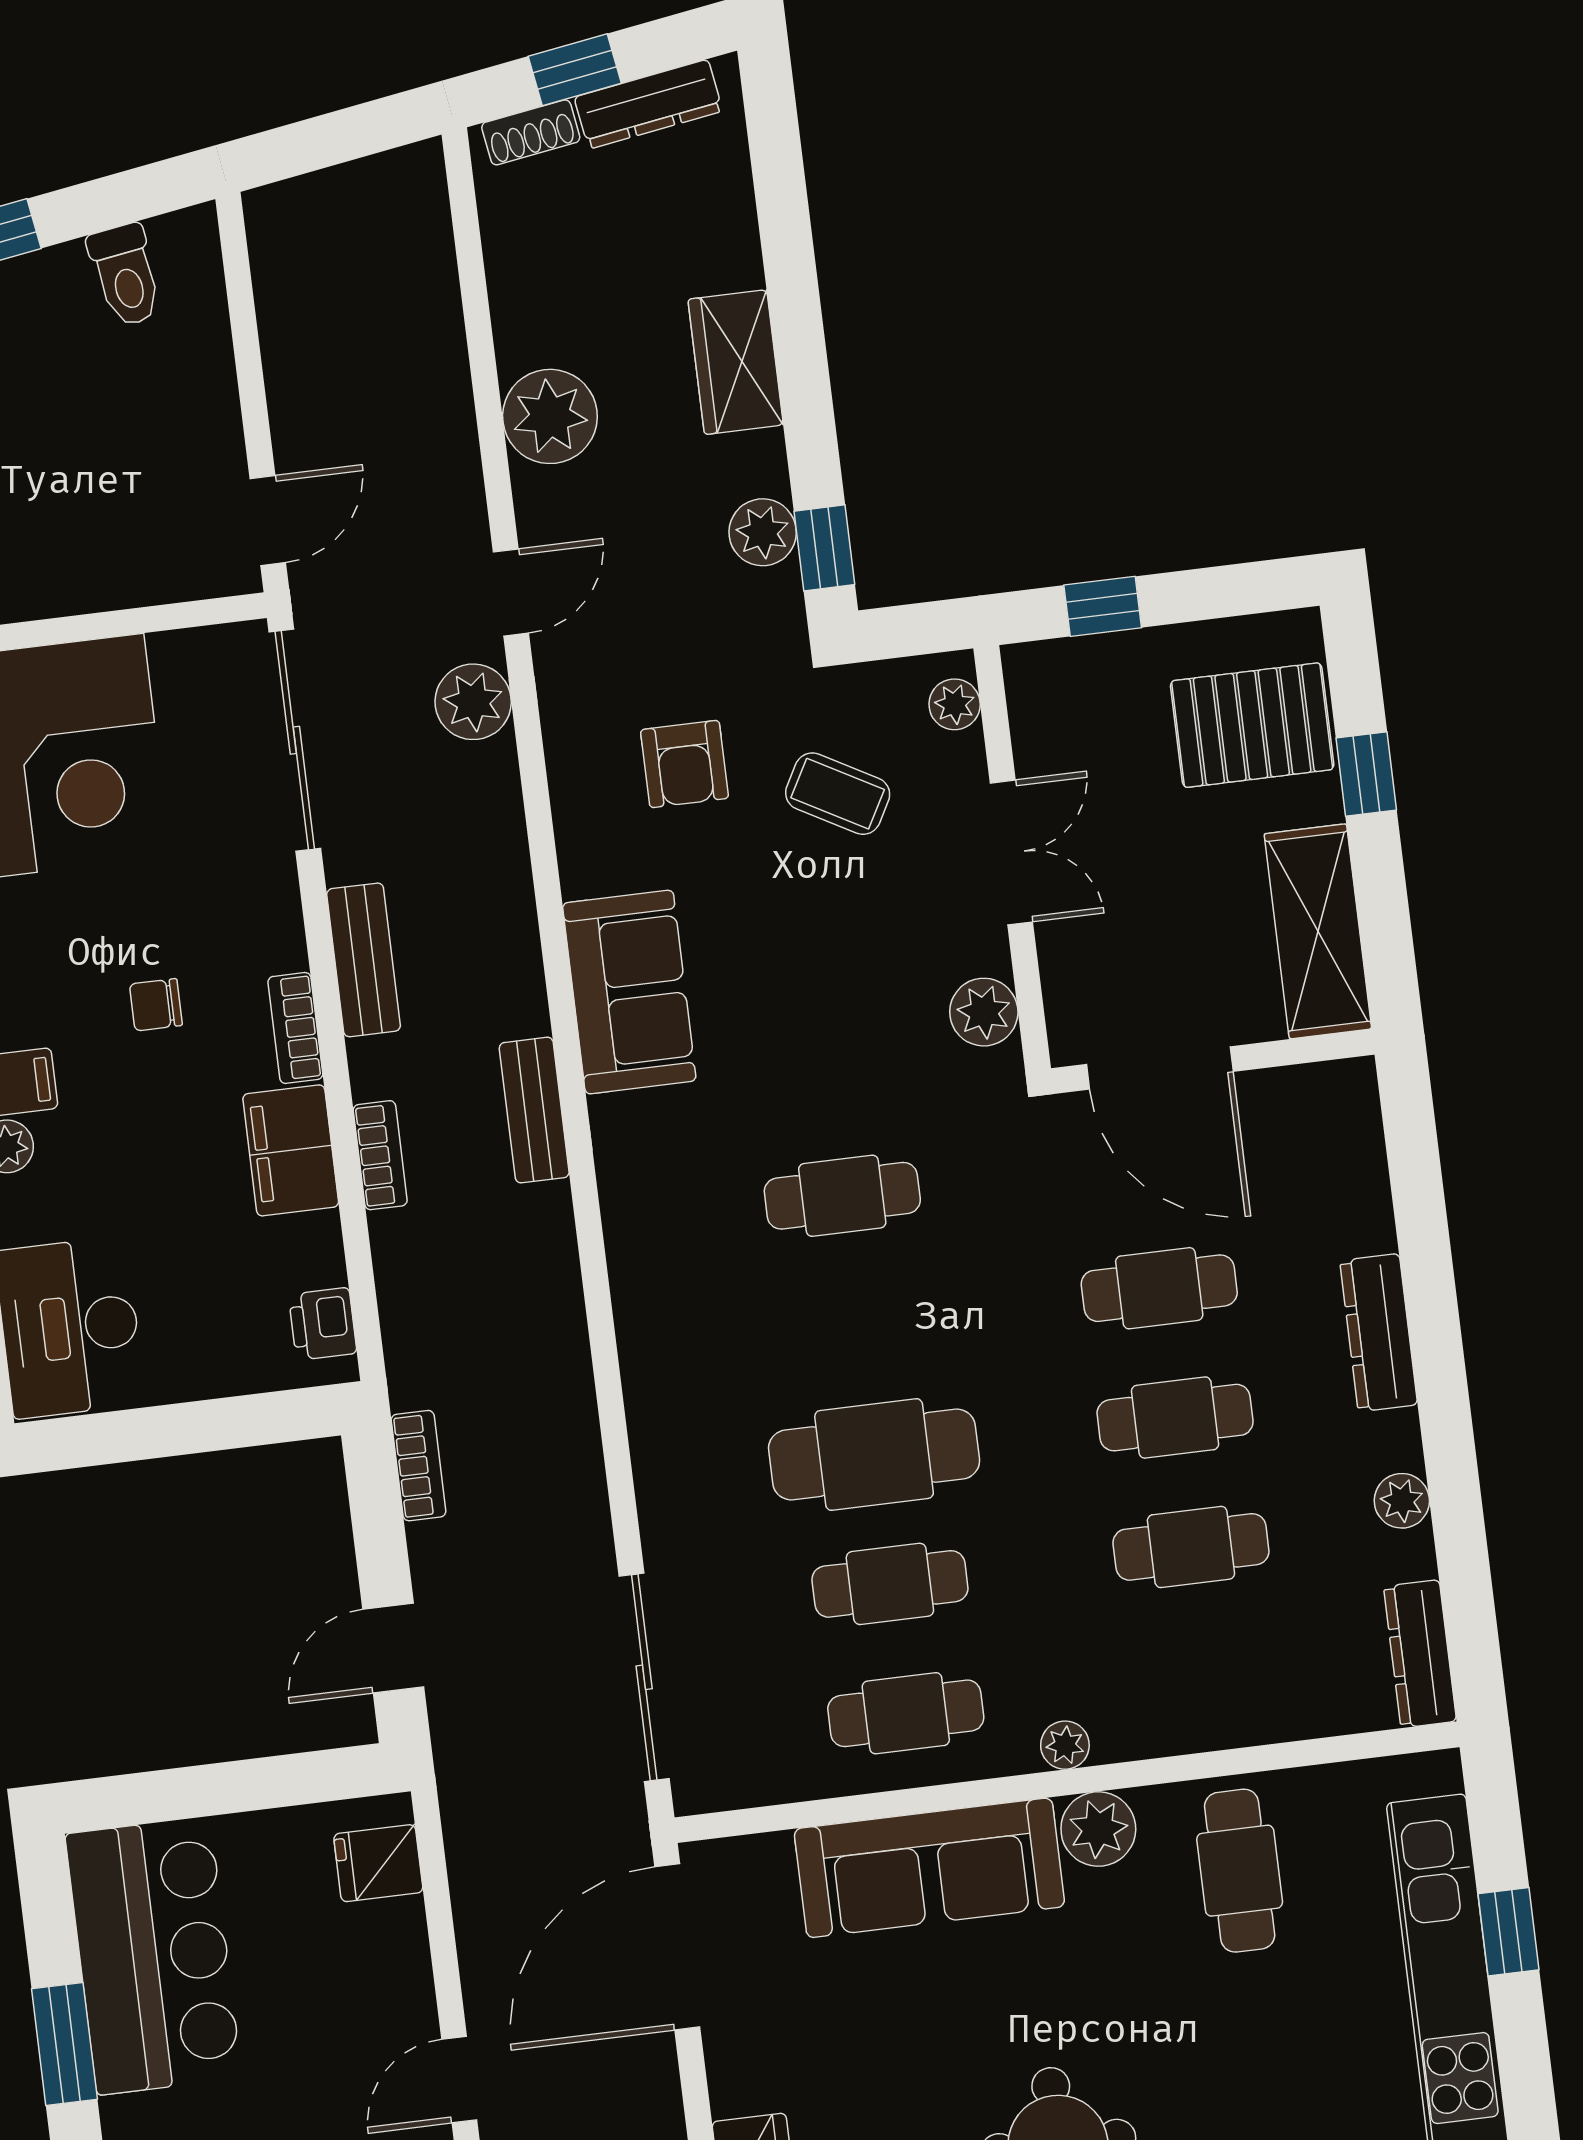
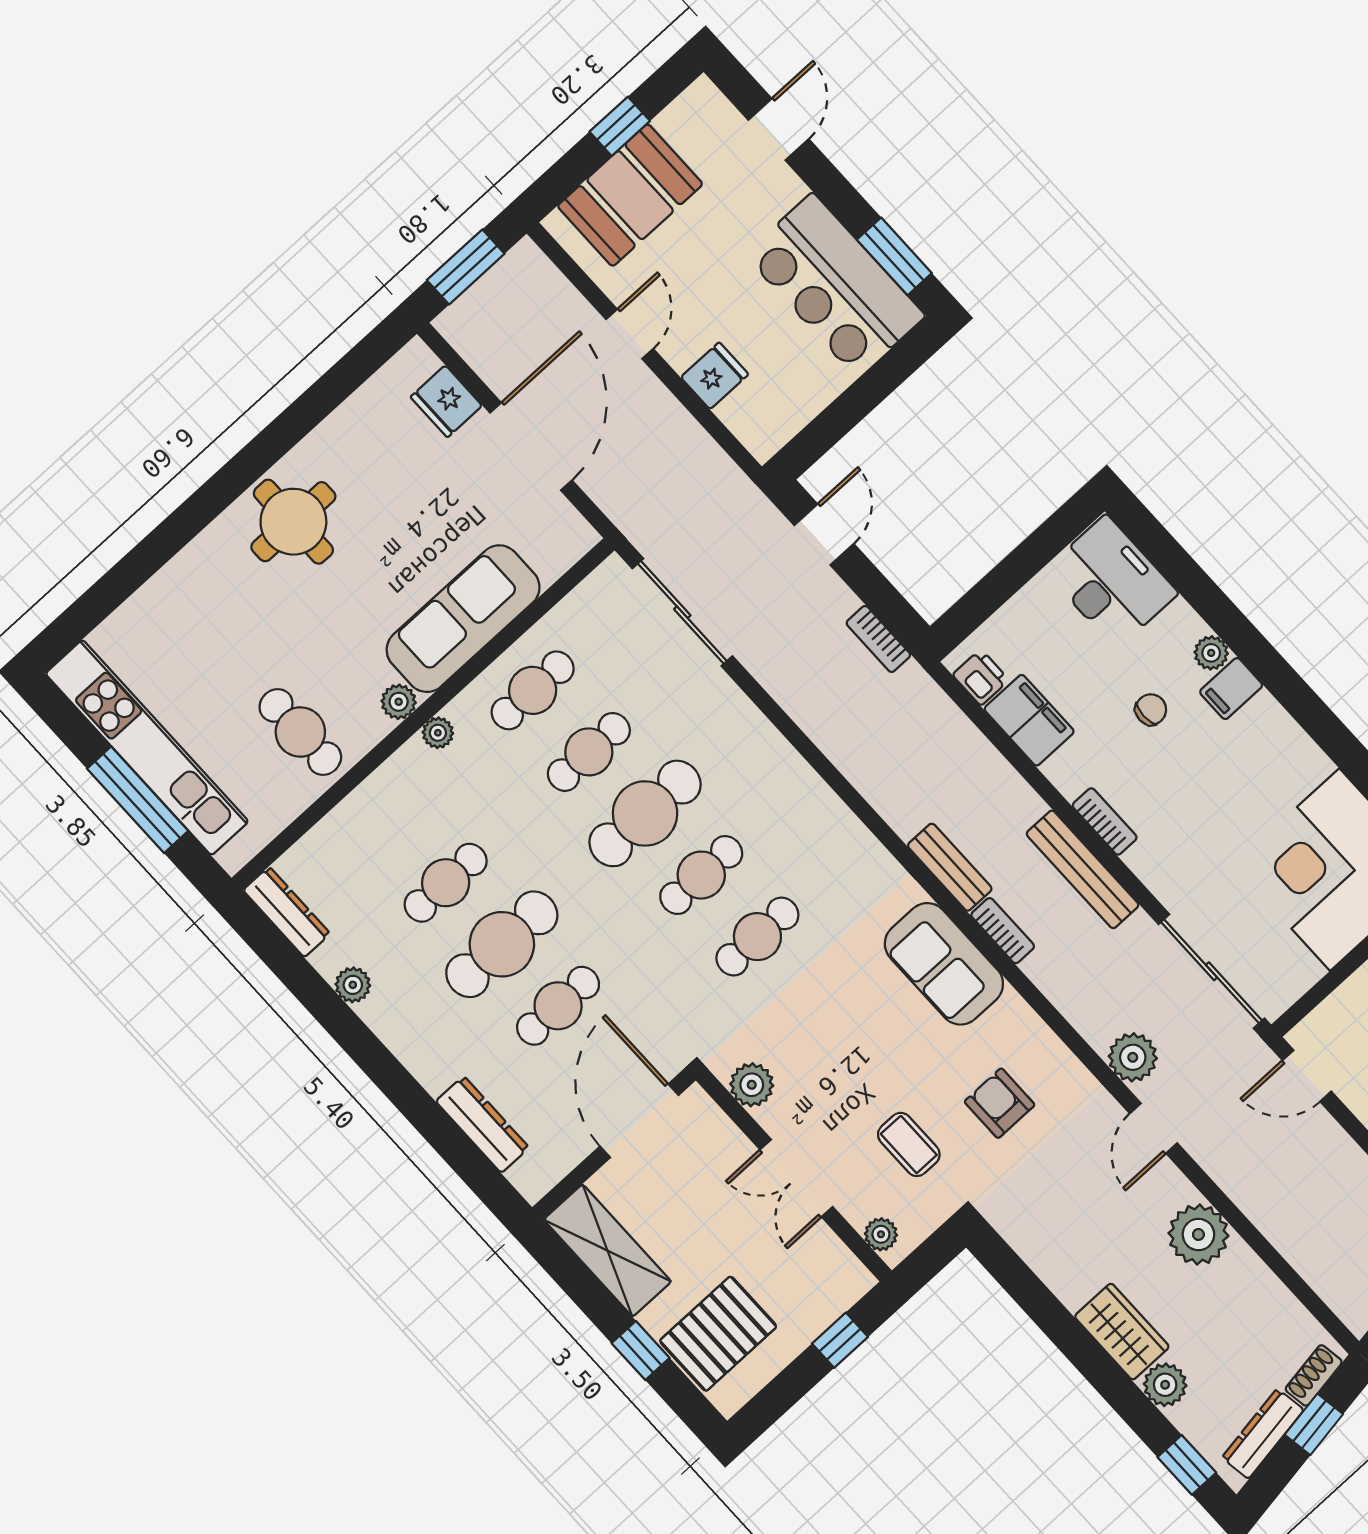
door: (268, 520) -> (1307, 1076), hinge flipped
plant: (763, 532) -> (1165, 1385), moved
window: (824, 548) -> (1187, 1465), moved
coffee table: (838, 794) -> (909, 1144), turned 61
bench: (364, 960) -> (1083, 869), width x1.36
chair: (156, 1005) -> (1151, 710), moved
door: (1160, 1068) -> (639, 1121), hinge flipped
filing cabinet: (291, 1150) -> (1029, 720), moved
bookcase: (380, 1155) -> (1003, 931), moved, turned 180
cafe table: (858, 1325) -> (701, 875), added
dresser: (1379, 1333) -> (482, 1124), moved
cafe table: (1175, 1418) -> (502, 944), width x1.37, depth x1.35
plant: (1098, 1829) -> (399, 702), width x0.73, depth x0.73
fridge: (378, 1863) -> (715, 376), moved
window: (1508, 1932) -> (138, 800), width x2.17
door: (677, 1947) -> (531, 446), moved
window: (64, 2044) -> (894, 256), moved

